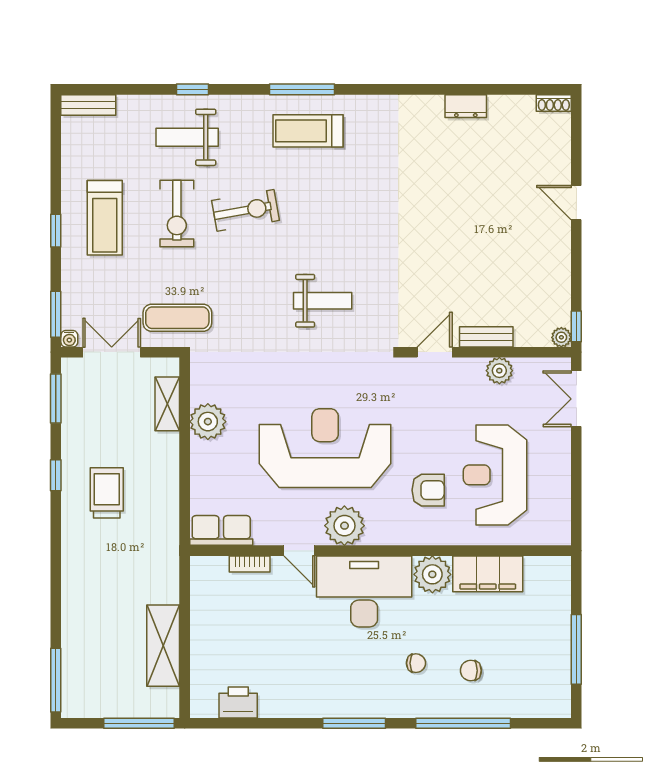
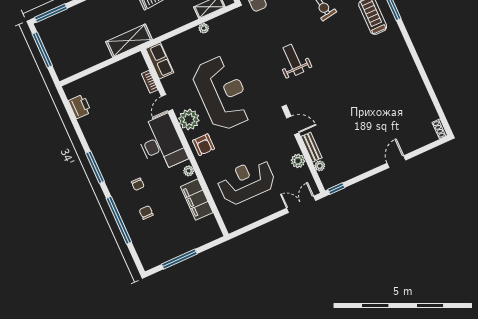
dresser: (466, 106) -> (419, 87), removed
weight bench: (323, 301) -> (293, 60), turned 180
plant: (561, 337) -> (320, 166), moved
plant: (208, 422) -> (204, 28), width x0.53, depth x0.53
armchair: (428, 490) -> (204, 145), moved
plant: (432, 574) -> (189, 171), width x0.53, depth x0.53
shelving: (163, 646) -> (129, 41), moved
window: (139, 723) -> (42, 50), moved

